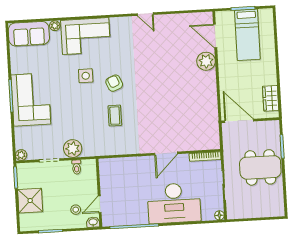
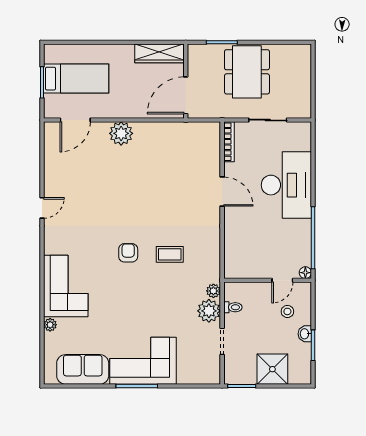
sofa: (29, 34) -> (83, 369), moved, turned -90
plant: (206, 61) -> (121, 133), moved
side table: (86, 76) -> (117, 289), removed
armchair: (114, 83) -> (128, 253), turned 113
wardrobe: (271, 98) -> (159, 53), width x1.50
plant: (21, 155) -> (213, 291), moved
door: (100, 204) -> (282, 280), hinge flipped
floor lamp: (219, 215) -> (305, 273), moved
washbasin: (93, 222) -> (305, 334), moved

